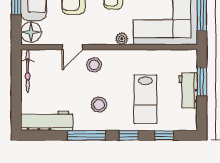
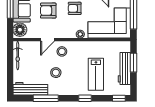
workbench: (188, 90) -> (124, 69), width x1.38
stool: (99, 105) -> (56, 73), moved
window: (87, 135) -> (46, 98), moved
window: (164, 135) -> (119, 98), moved

